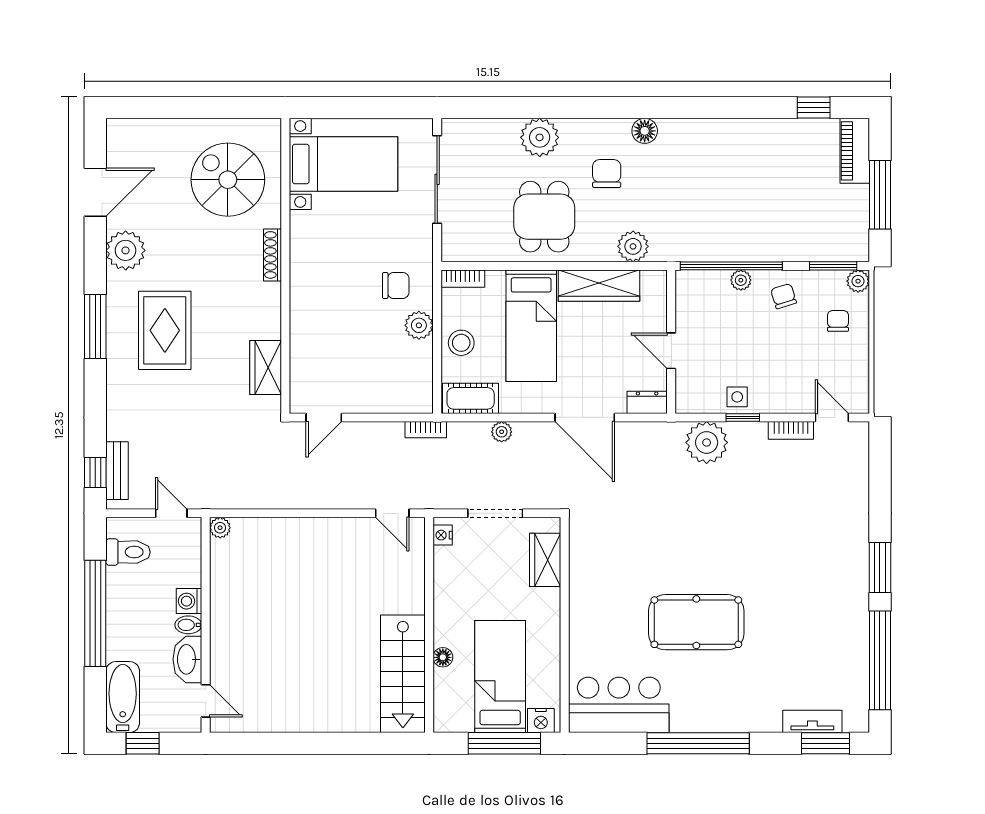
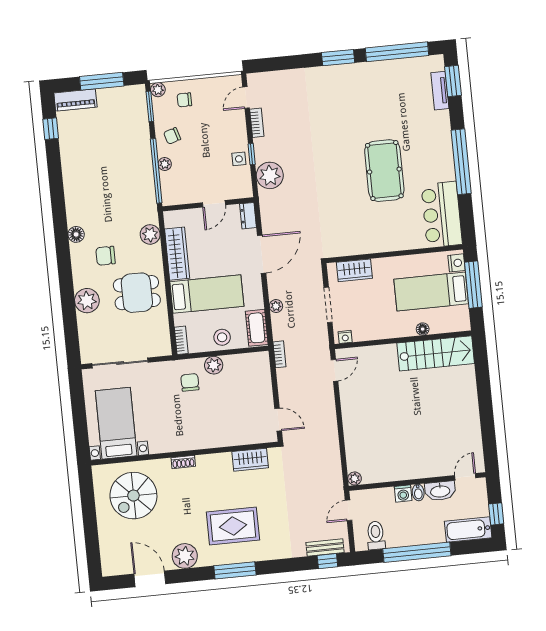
shoe rack: (273, 255) -> (183, 462), width x0.70

